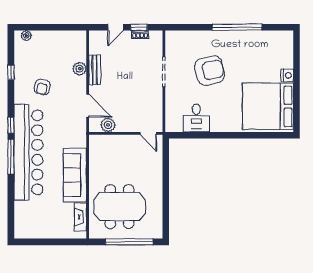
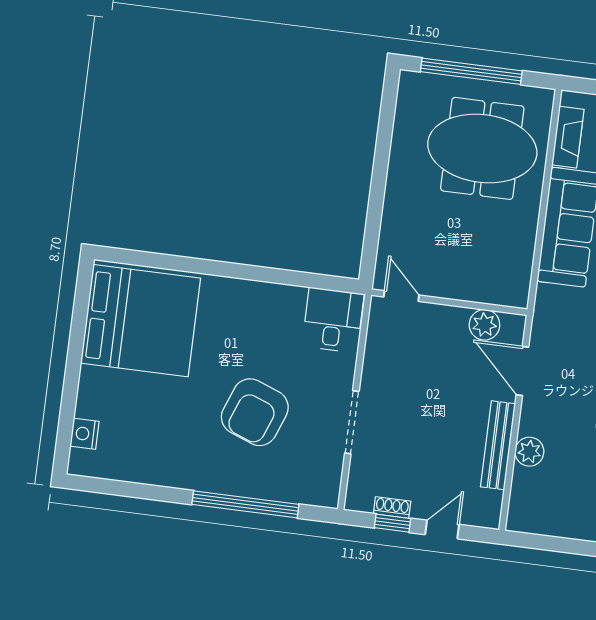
window: (237, 27) -> (245, 504), moved
bench: (95, 70) -> (498, 445), width x1.36
armchair: (209, 71) -> (255, 412), turned -56
nightstand: (287, 75) -> (85, 434), moved
desk: (196, 118) -> (333, 320), moved

